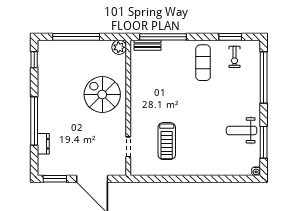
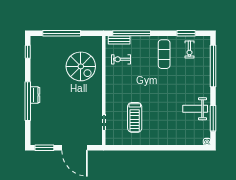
plant: (119, 47) -> (96, 42), removed
exercise bike: (150, 69) -> (121, 59), added
spiral stairs: (102, 95) -> (81, 66), moved, turned 180
dresser: (43, 144) -> (35, 95), moved

